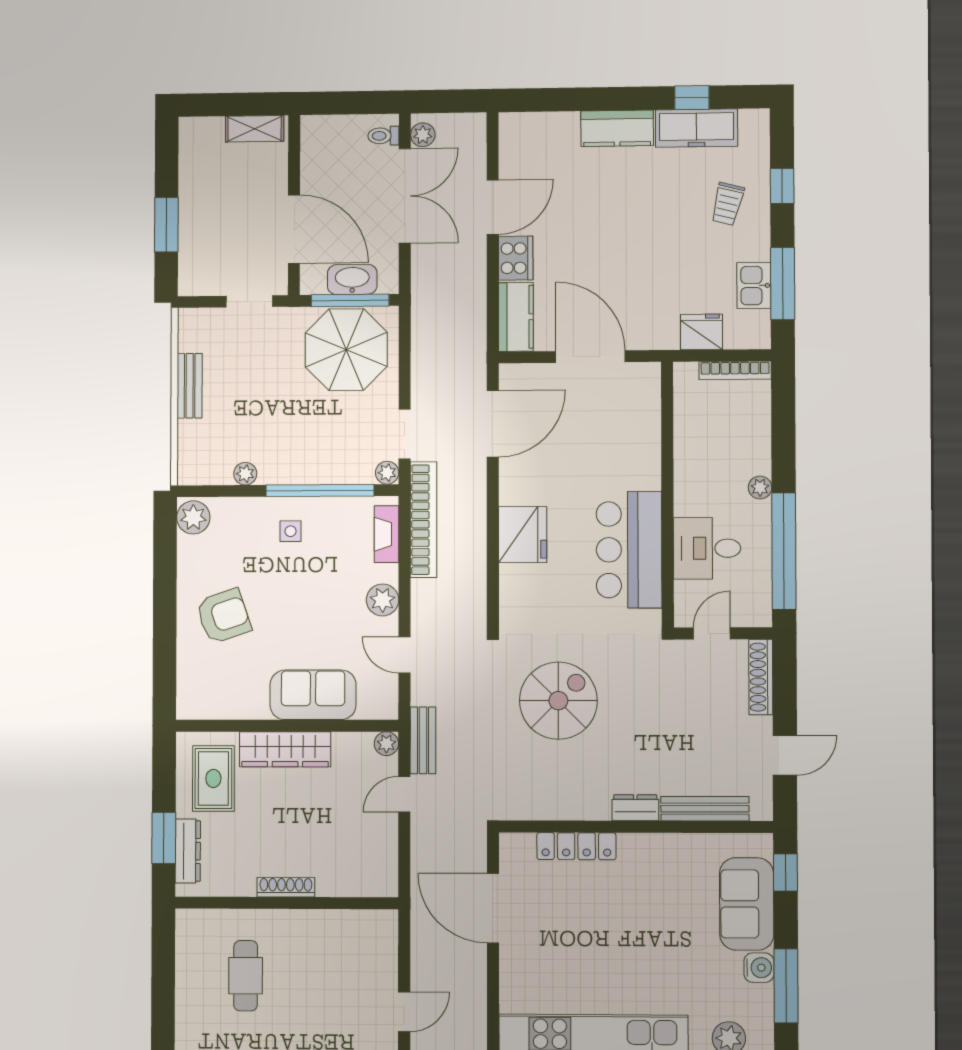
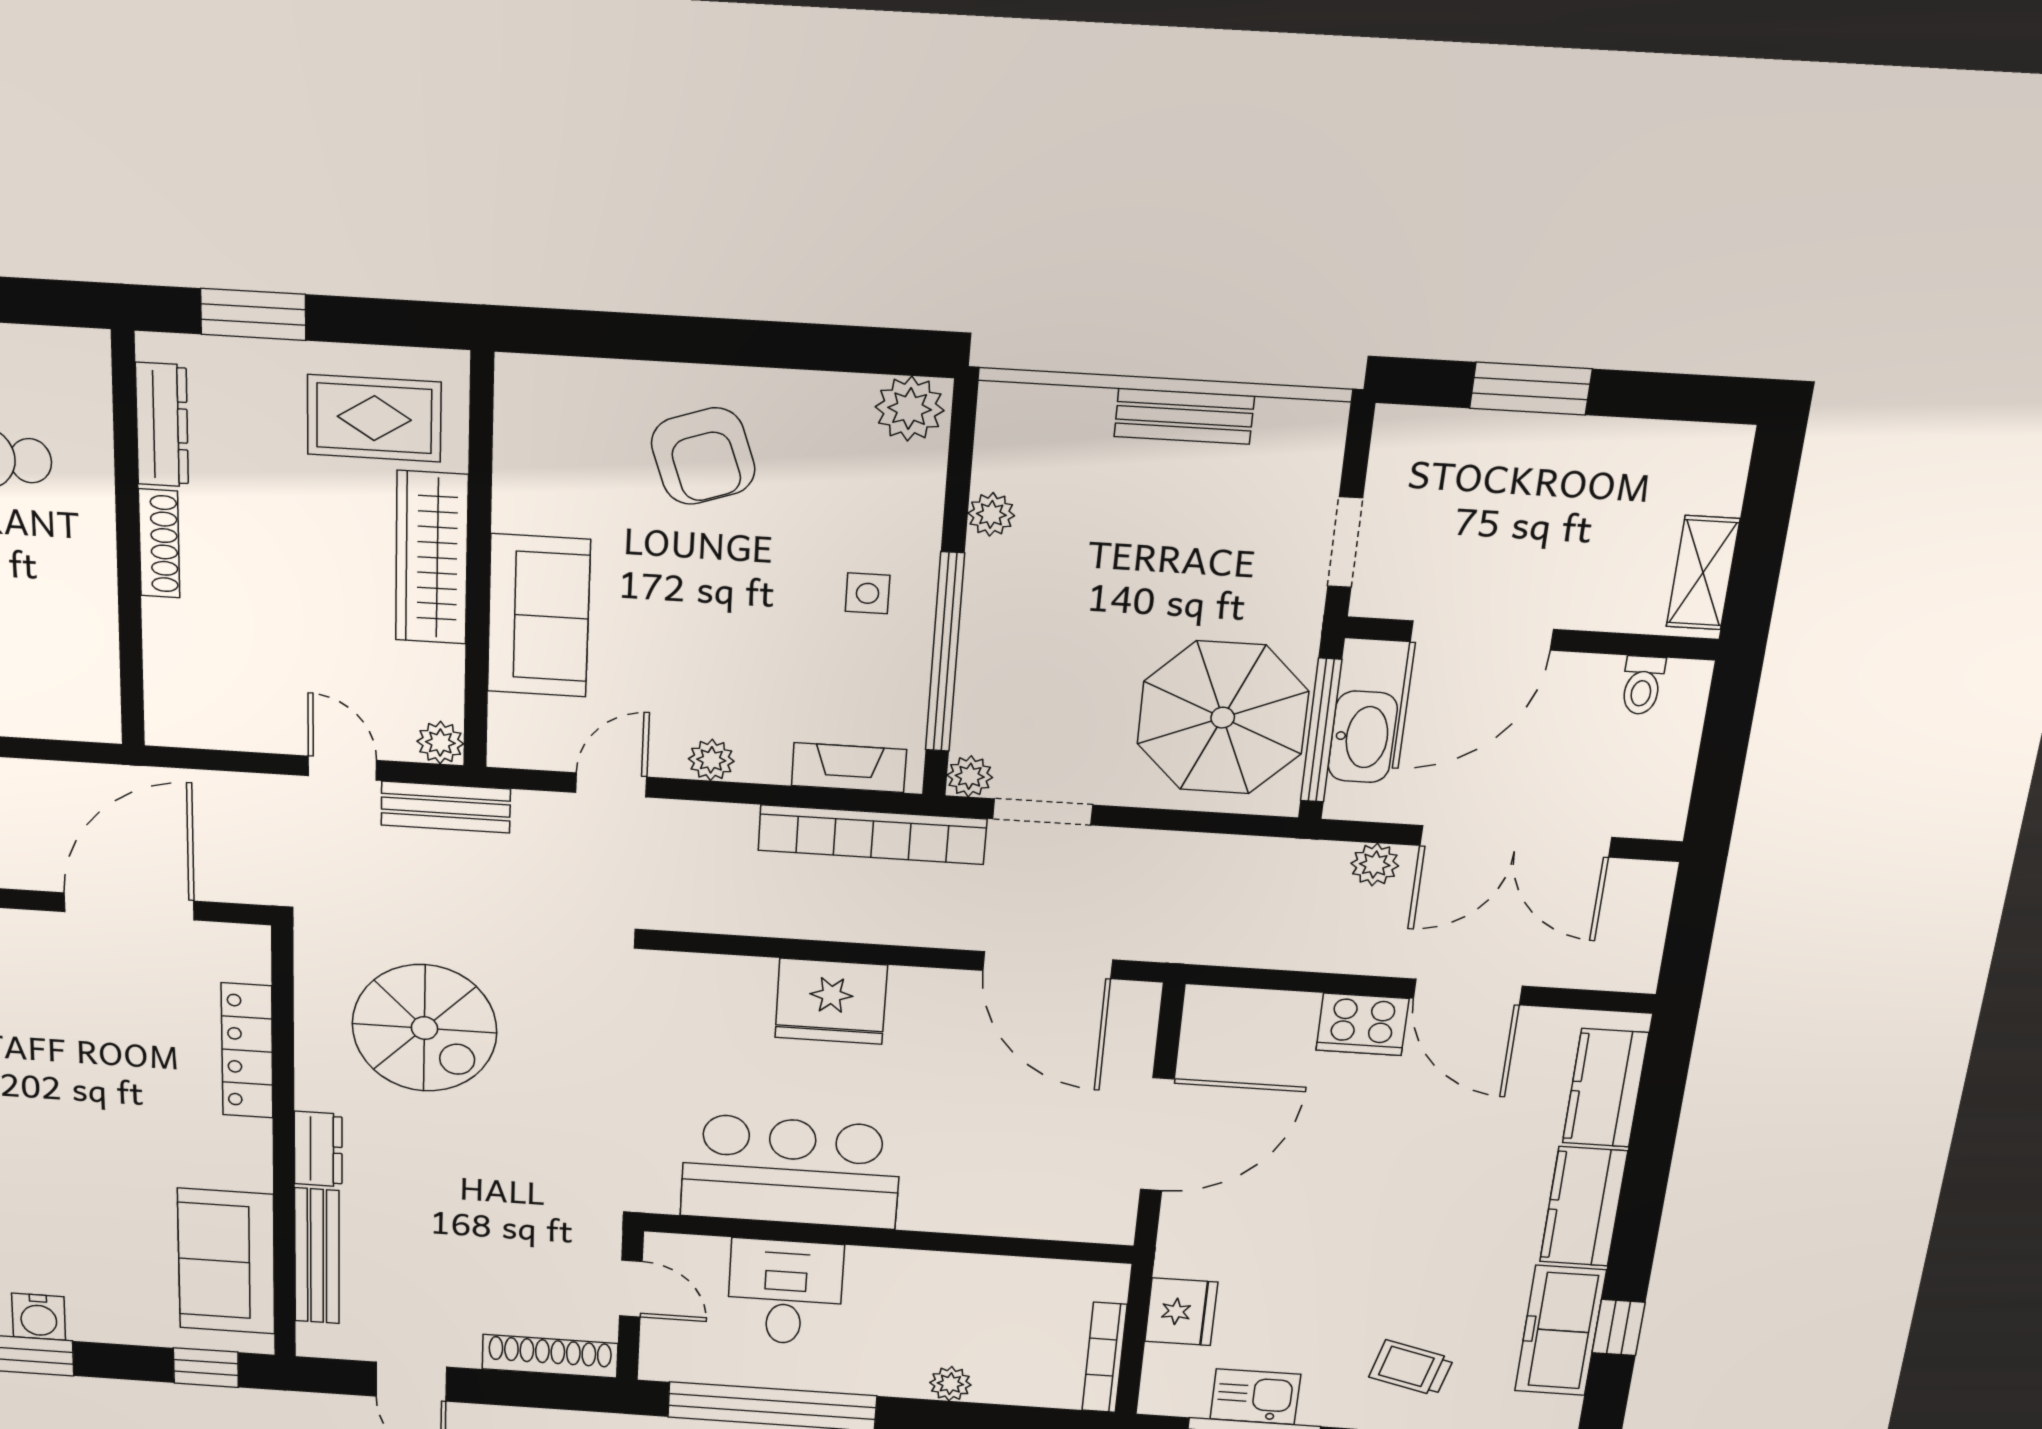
plant: (423, 135) -> (1375, 865), moved
toilet: (384, 136) -> (1642, 685), moved, turned 180
kitchen counter: (516, 317) -> (1605, 1088), moved, turned 90
plant: (760, 488) -> (950, 1384), moved
plant: (383, 600) -> (711, 760), width x0.73, depth x0.73
spiral stairs: (558, 701) -> (425, 1028), moved
dresser: (188, 851) -> (162, 425), moved, turned -90
sofa: (747, 904) -> (226, 1261), moved, turned -90

